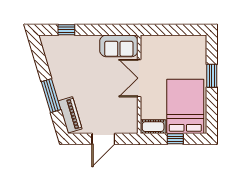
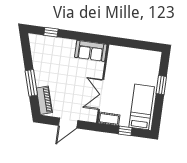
double door: (139, 78) -> (101, 95), moved
bed: (185, 106) -> (142, 107), width x0.67

